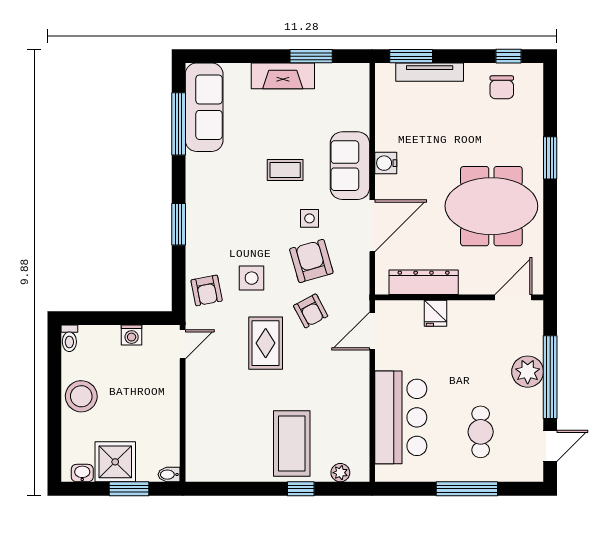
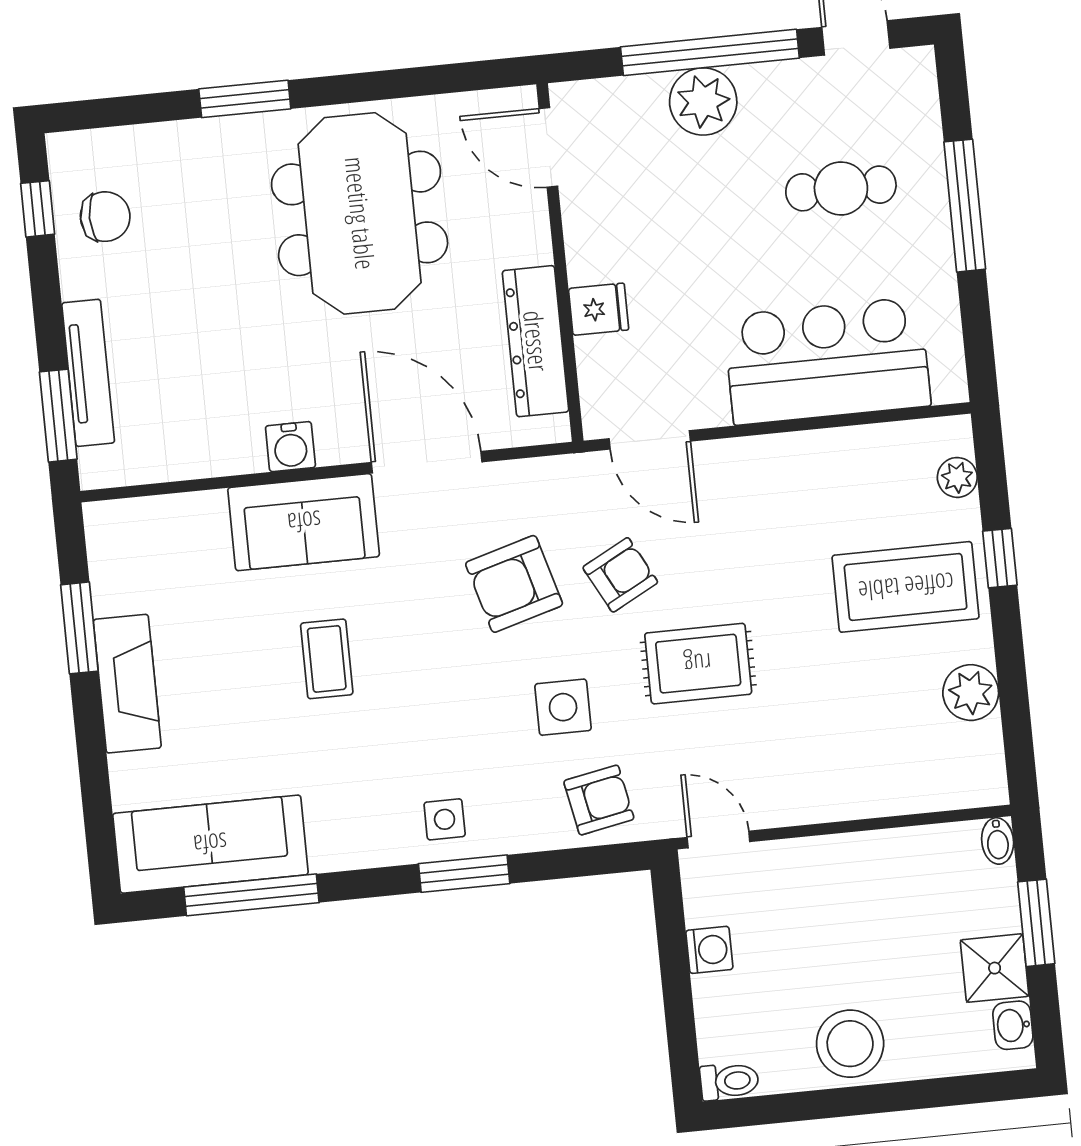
side table: (310, 218) -> (445, 819), moved
shower: (115, 462) -> (995, 968), width x0.73, depth x0.73
plant: (239, 469) -> (971, 693), added

